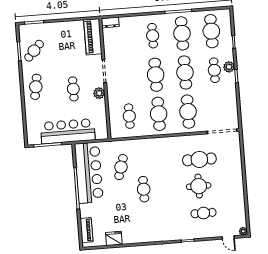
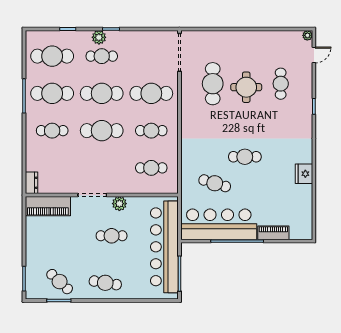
cafe table: (159, 114) -> (151, 131), width x0.73, depth x0.74
bar counter: (68, 131) -> (164, 247), width x1.36
piano: (86, 230) -> (273, 233), moved
fridge: (114, 238) -> (304, 174), moved

